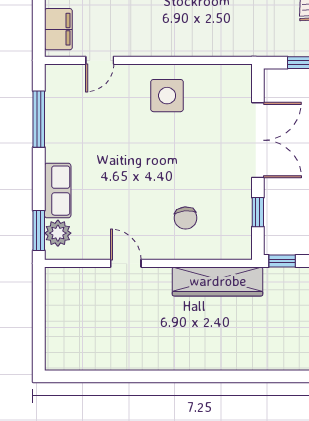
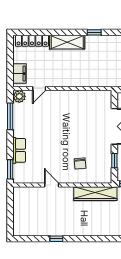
side table: (167, 96) -> (71, 105), removed
plant: (58, 233) -> (19, 96), moved
window: (136, 376) -> (56, 239), added

